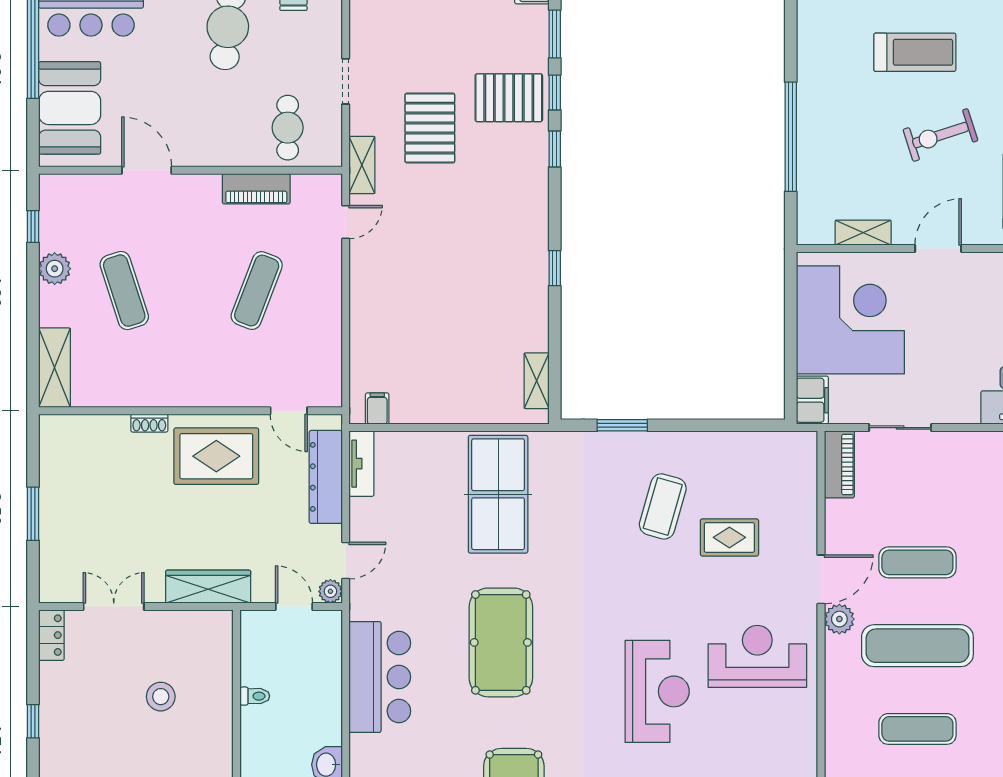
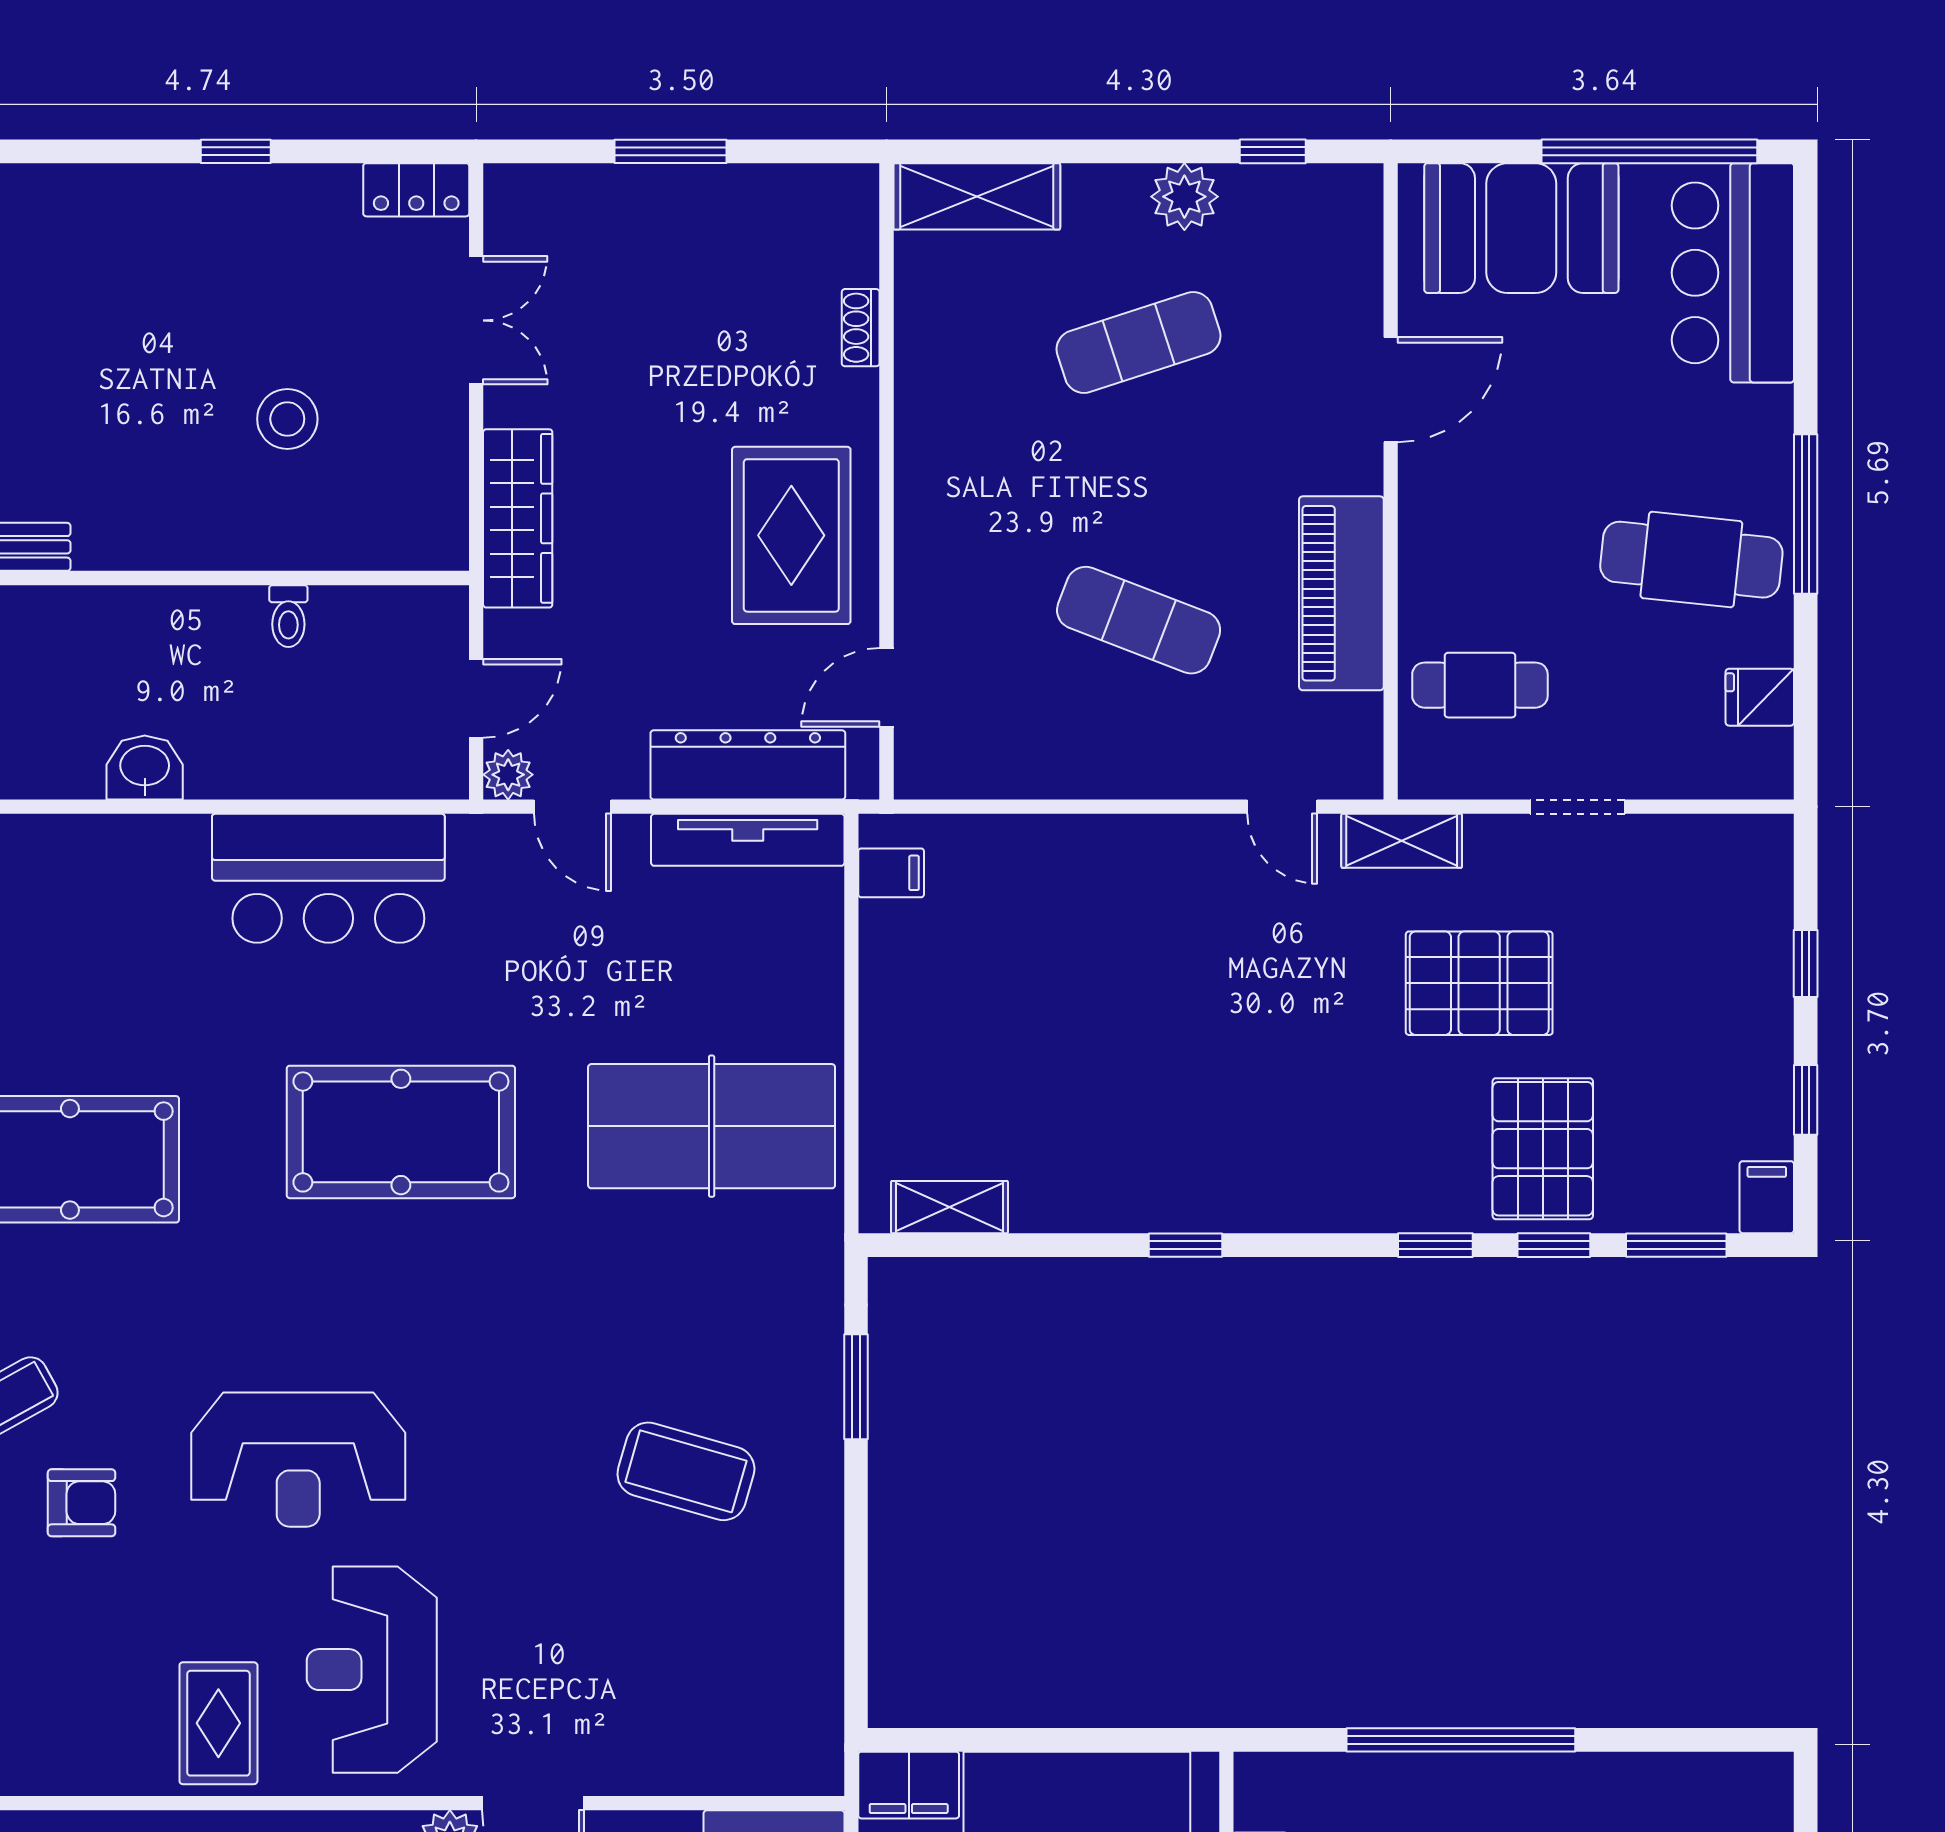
piano: (256, 189) -> (1341, 593), width x1.37, depth x1.33
shoe rack: (149, 423) -> (861, 328), moved
tv unit: (361, 464) -> (748, 840), width x1.41
rug: (729, 537) -> (218, 1723), moved
reception desk: (757, 656) -> (372, 1670), turned 180

